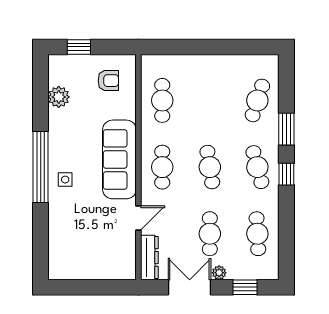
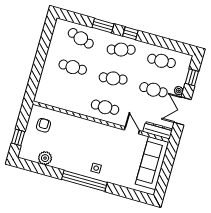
cafe table: (162, 100) -> (73, 67), moved
sofa: (119, 159) -> (152, 163), moved, turned 90

